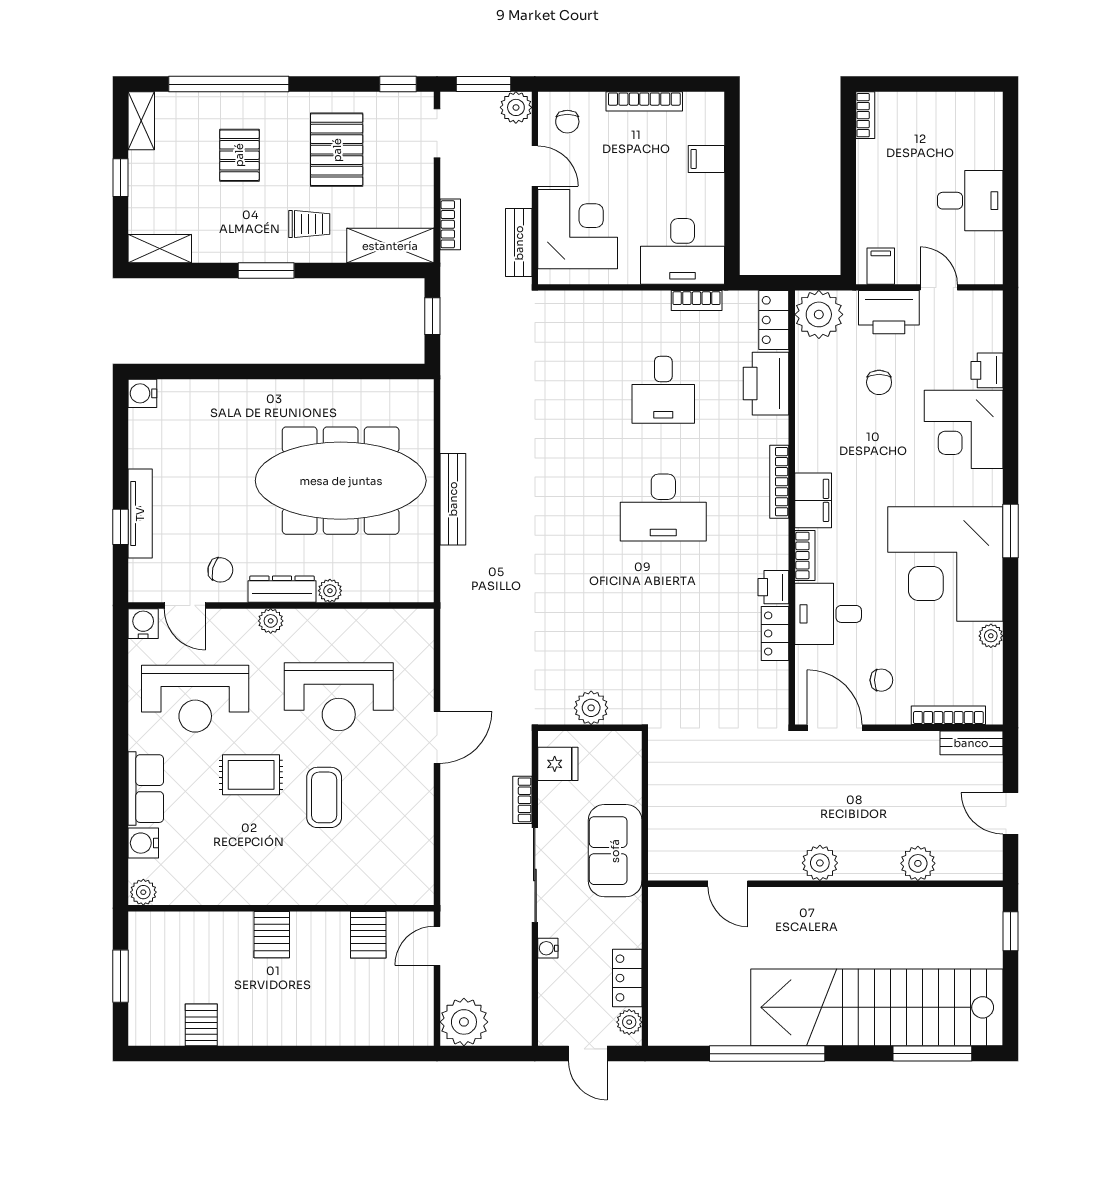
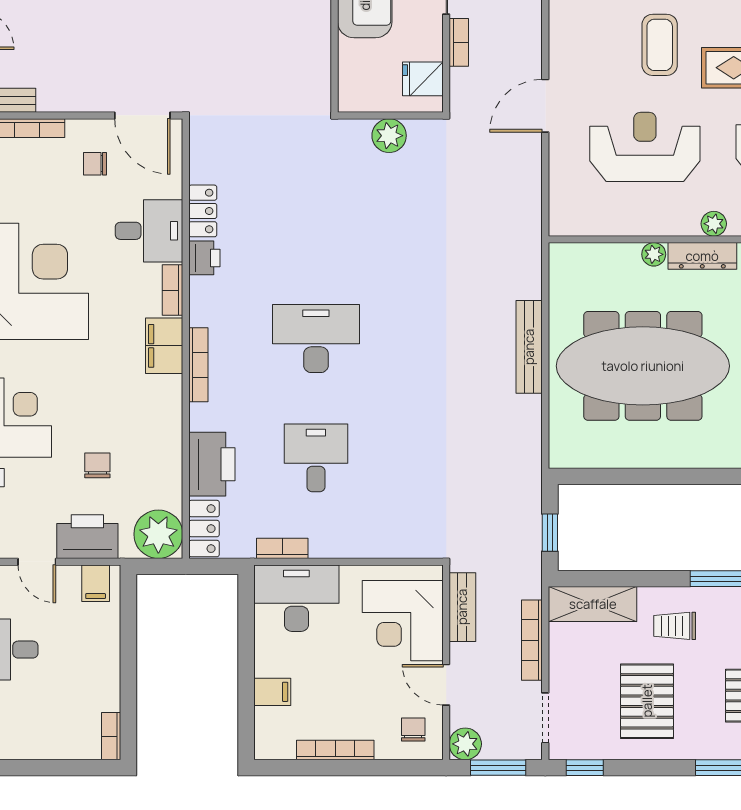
bookcase: (450, 224) -> (532, 640), width x1.56

